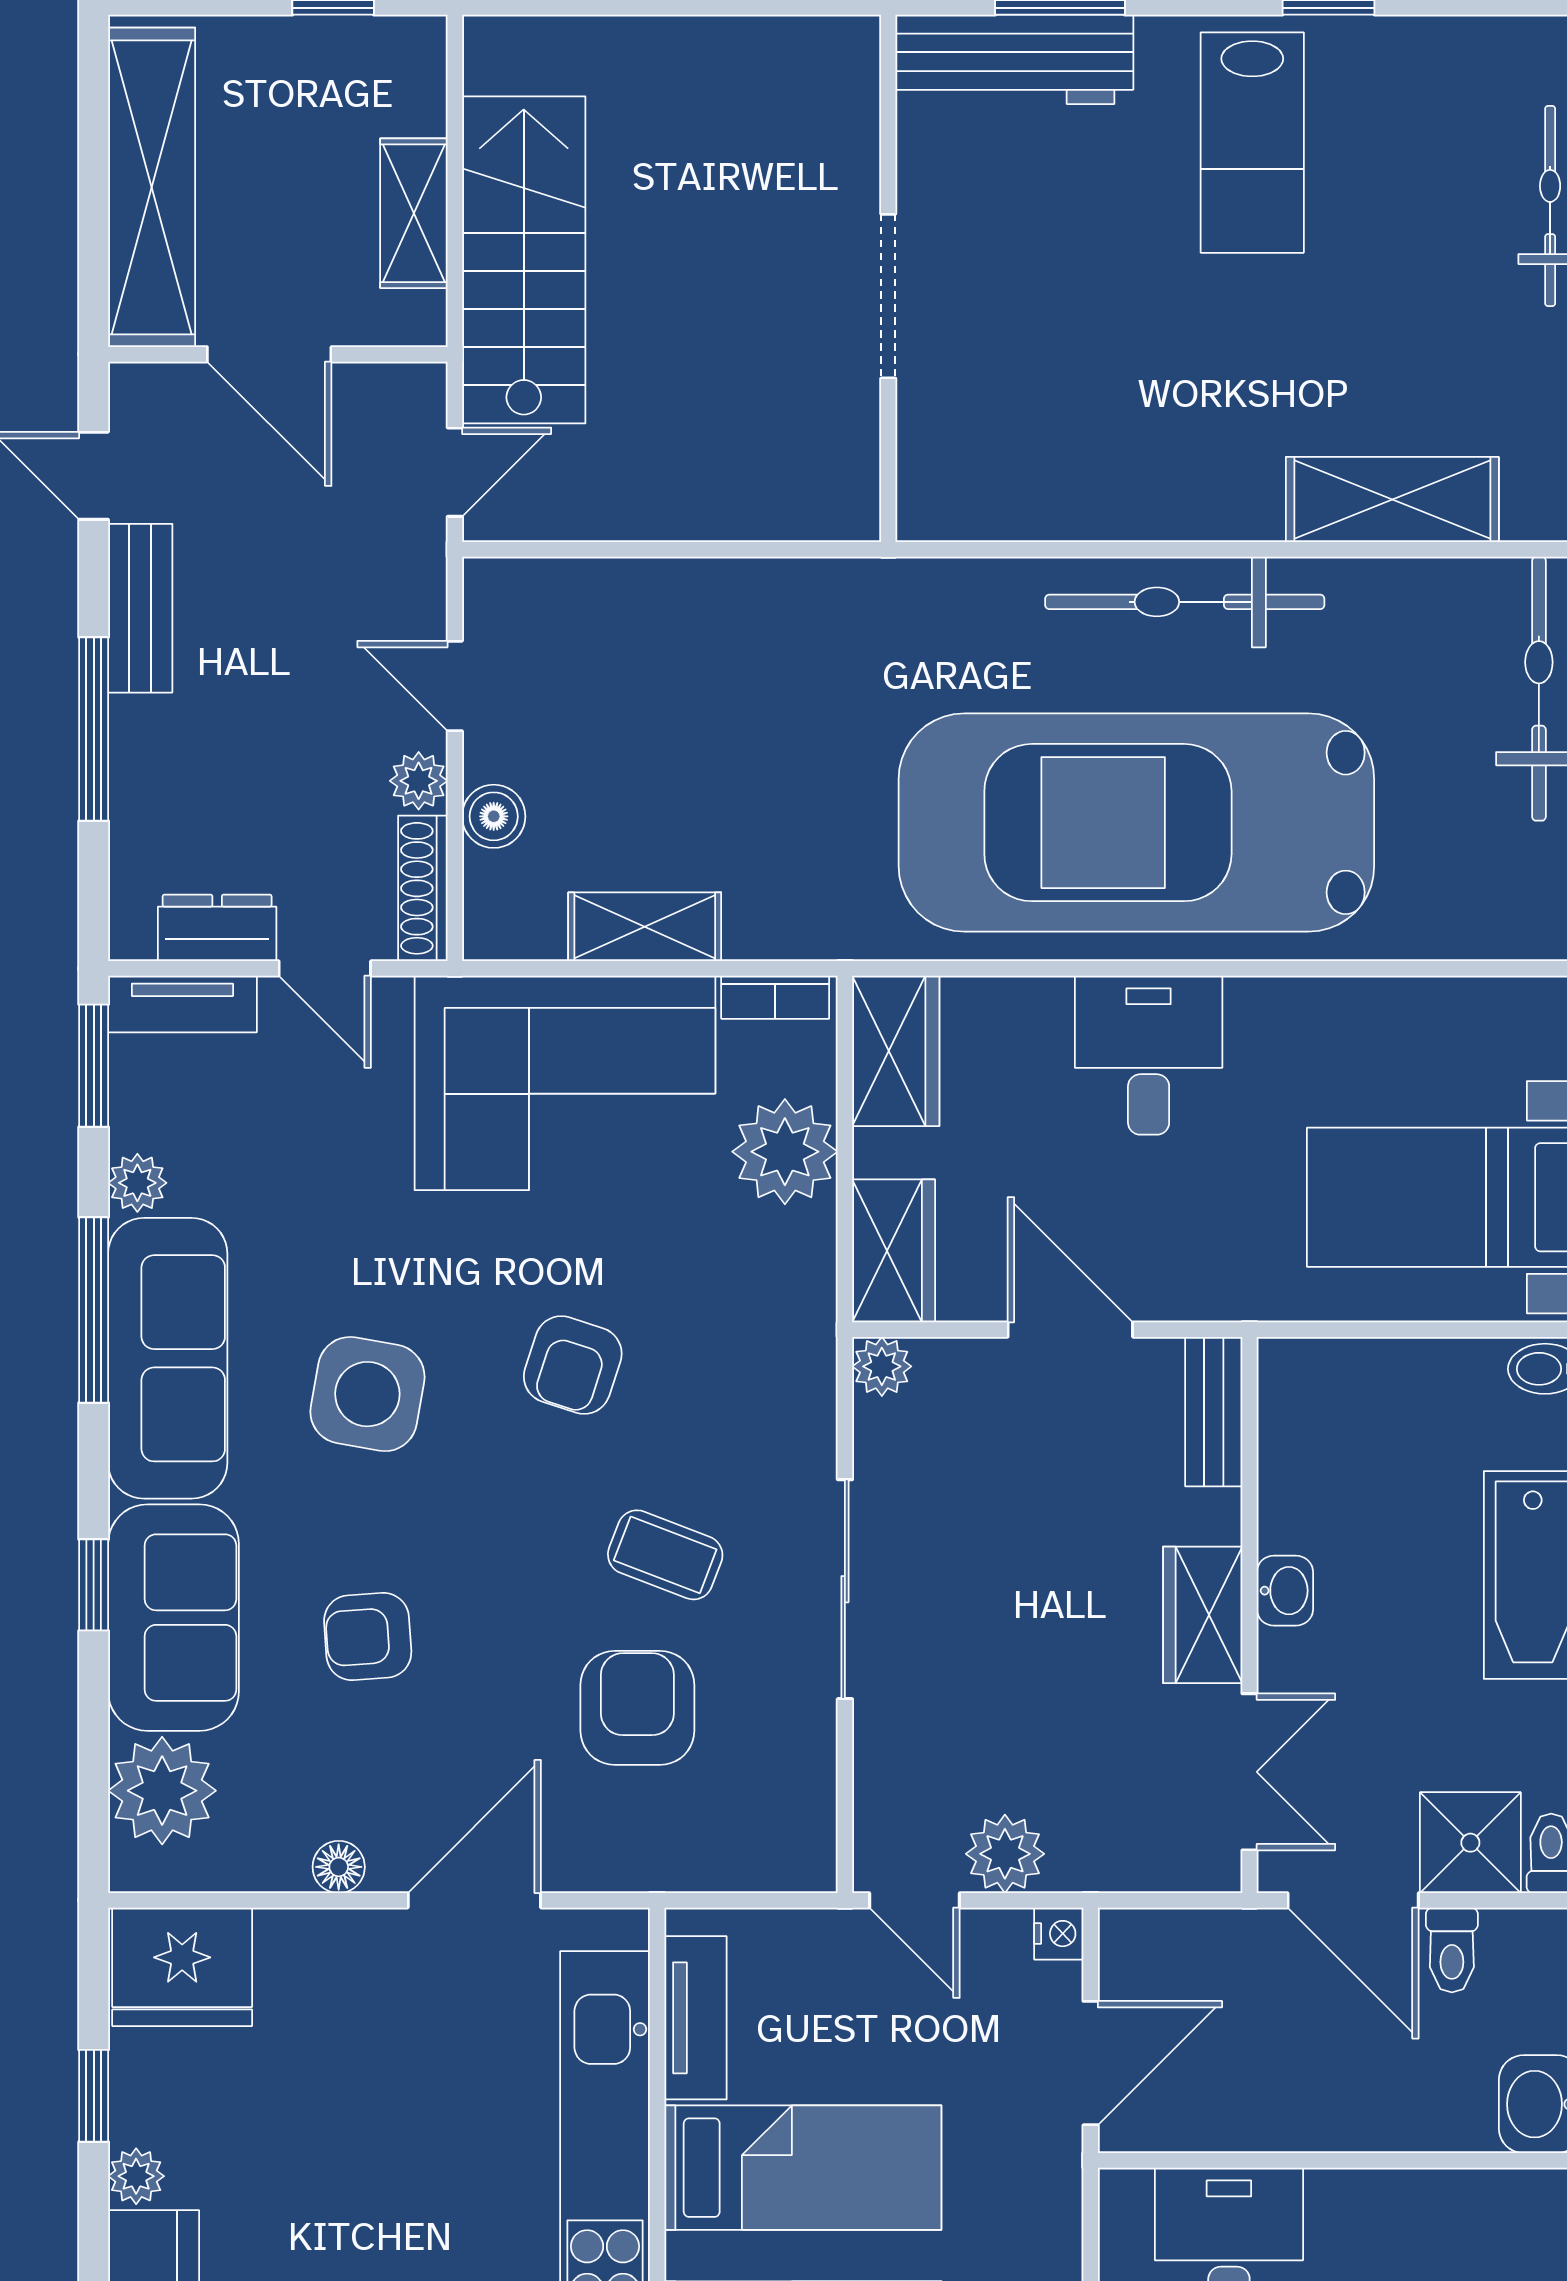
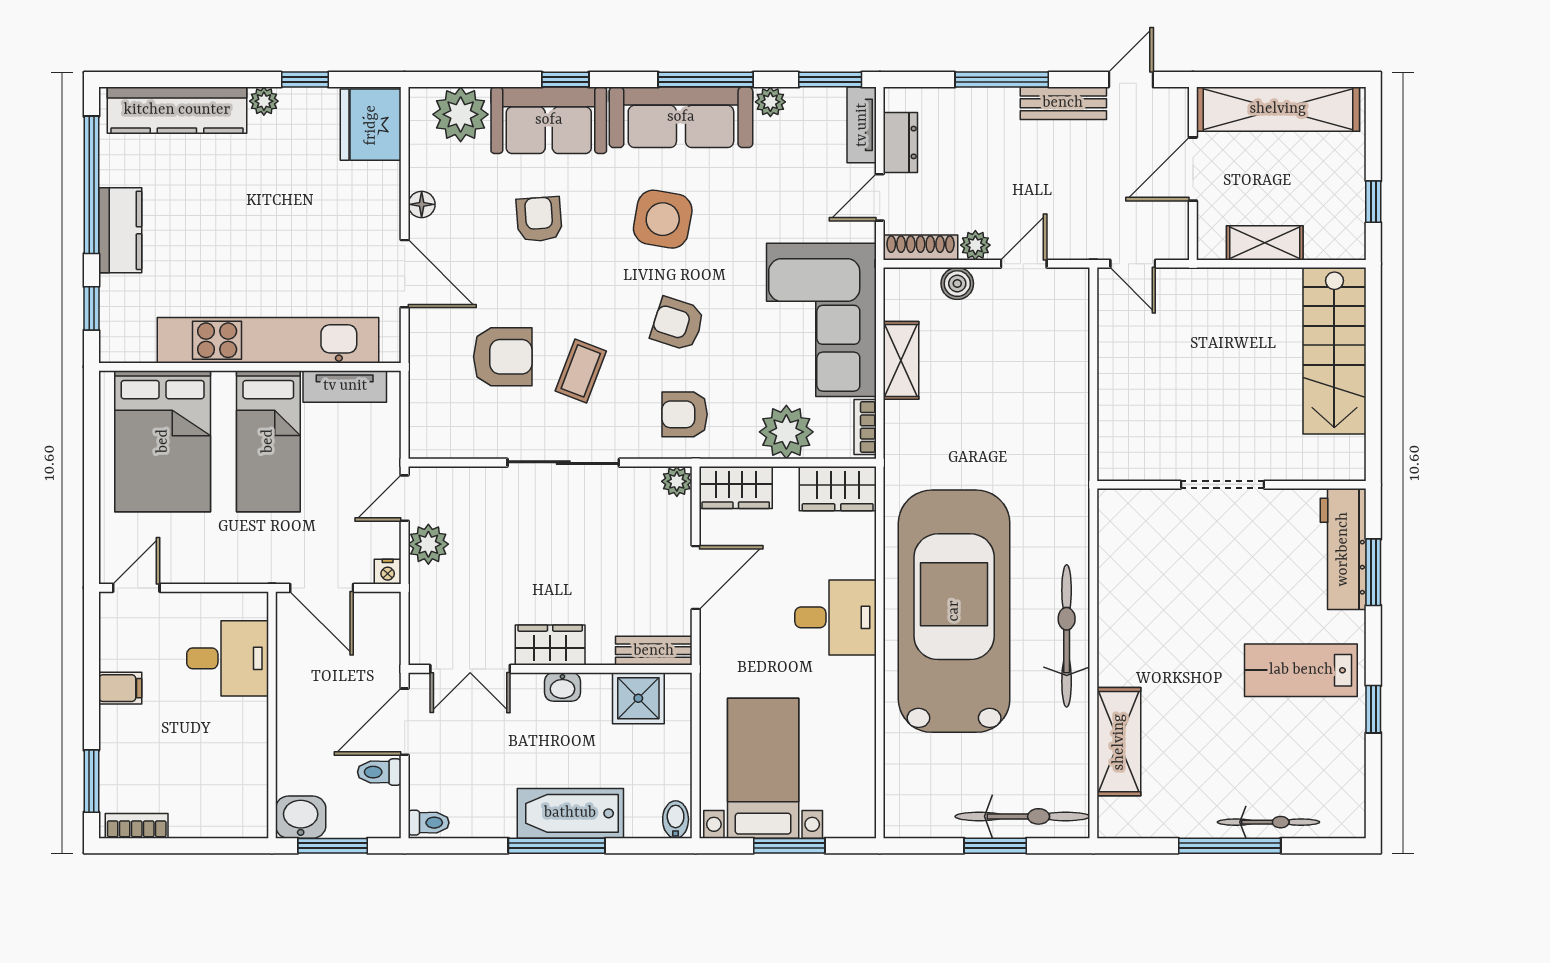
stairs: (524, 260) -> (1334, 351), moved, turned 90
armchair: (750, 1351) -> (685, 414), added
shower: (1470, 1843) -> (638, 698), moved

